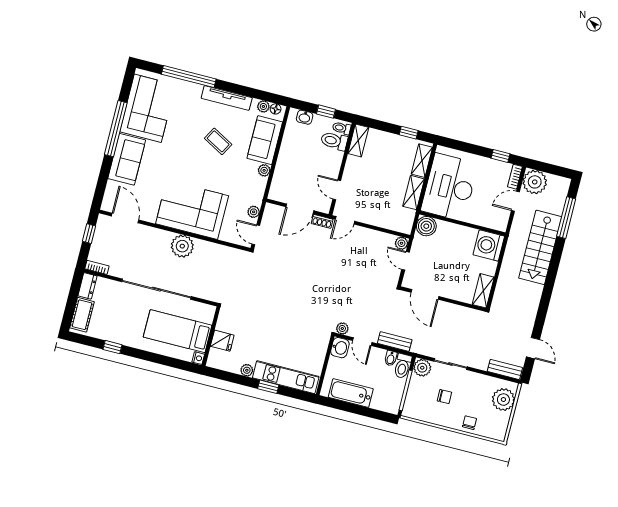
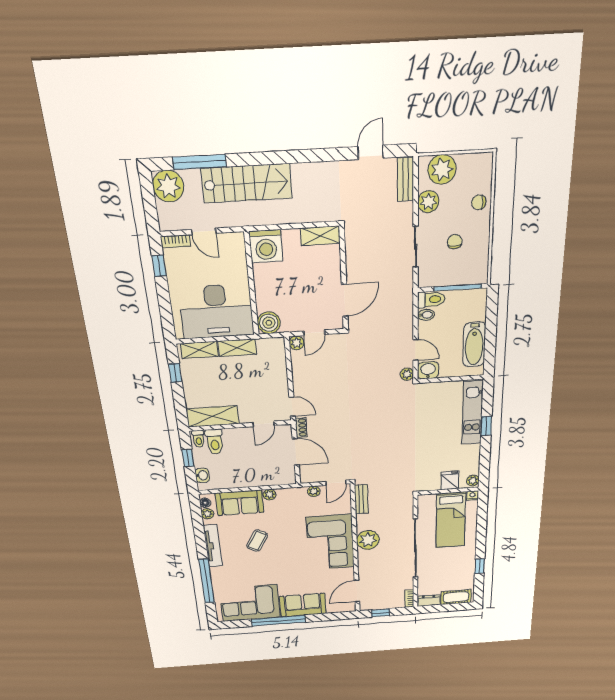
shelving: (358, 140) -> (213, 416), width x1.50, depth x1.33
plant: (535, 182) -> (168, 186), moved
door: (362, 342) -> (415, 350), hinge flipped
bench: (395, 342) -> (361, 499), moved
plant: (422, 368) -> (428, 202), moved
plant: (247, 370) -> (473, 481), moved

